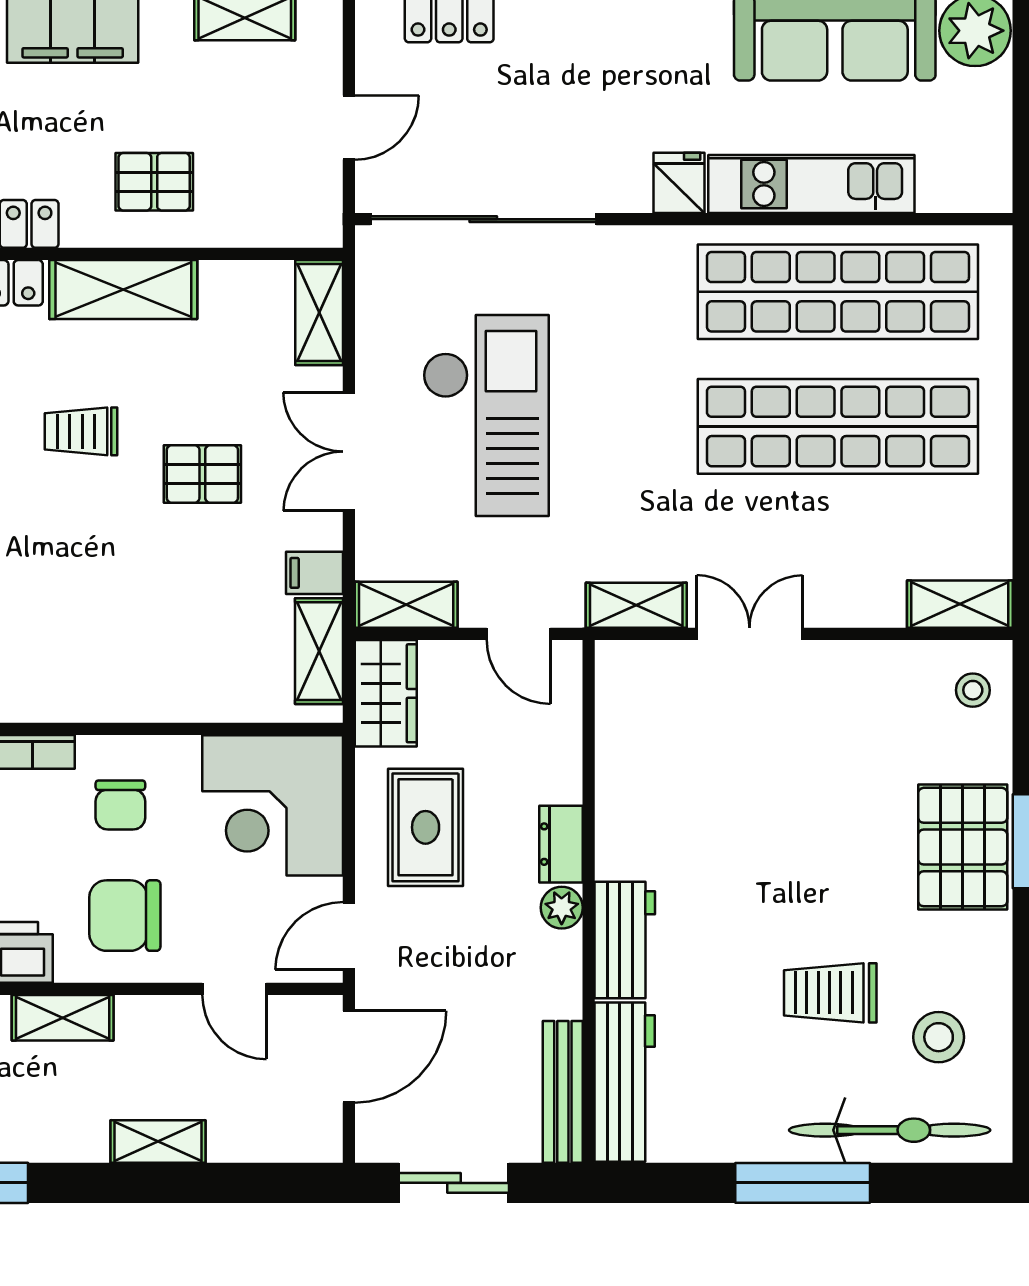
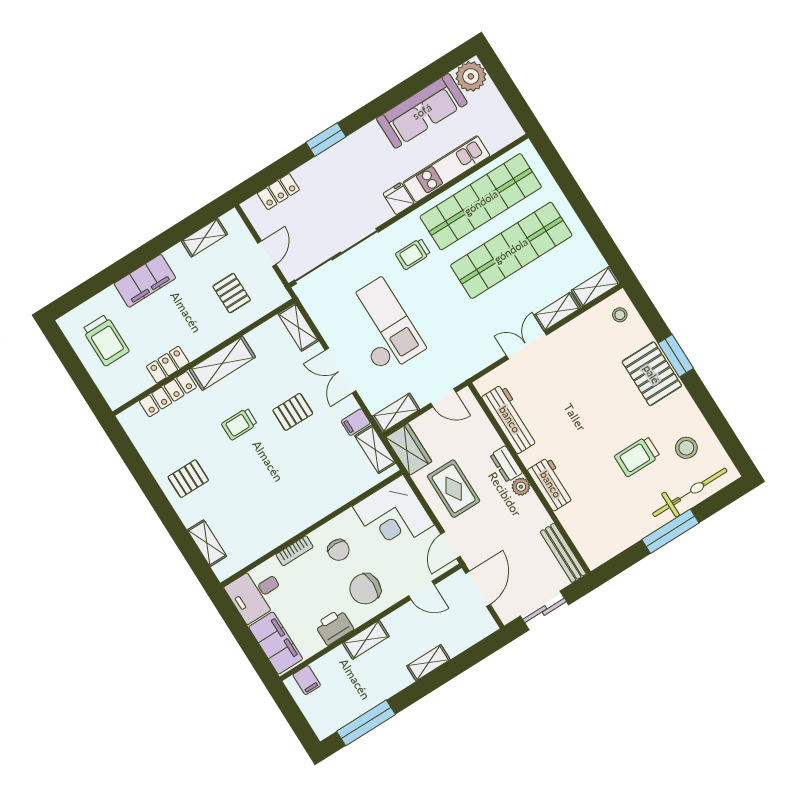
pallet: (154, 182) -> (232, 293), moved, turned 90
trolley: (638, 311) -> (413, 254), added
shelving: (636, 605) -> (557, 312), moved
workbench: (625, 1082) -> (510, 419), moved

